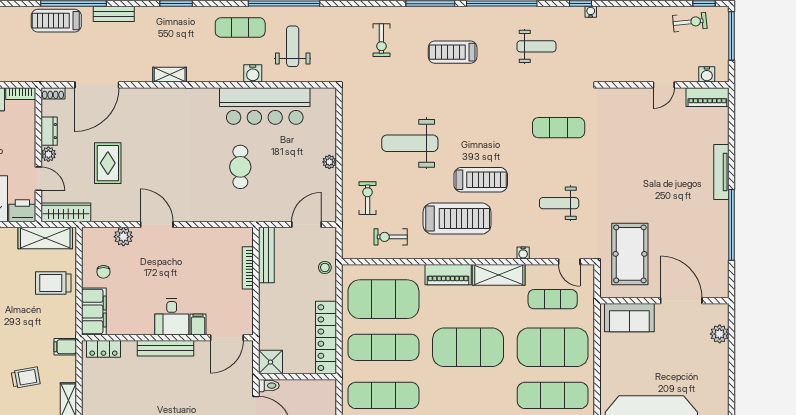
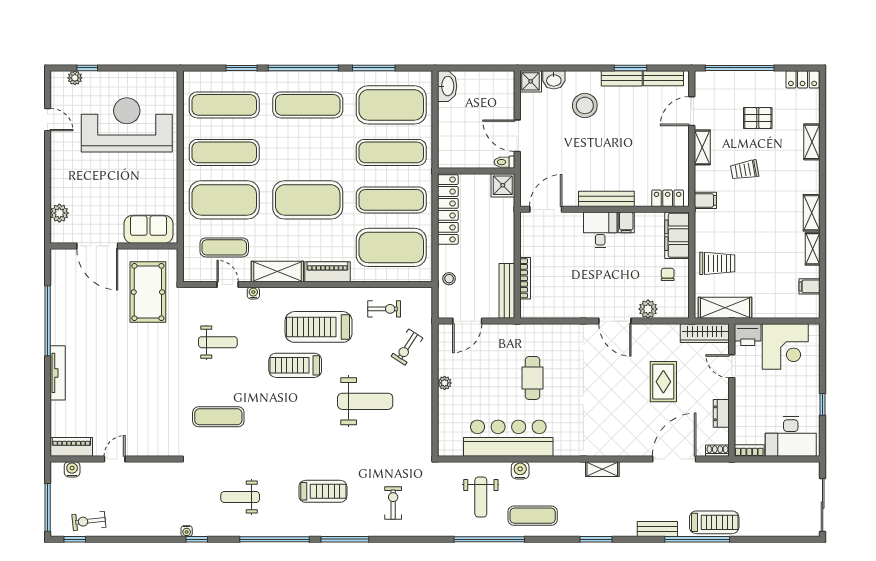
plant: (48, 154) -> (722, 391), removed
exercise bike: (368, 198) -> (407, 347), turned 33
door: (569, 262) -> (228, 284), moved
filing cabinet: (198, 324) -> (626, 222), moved

